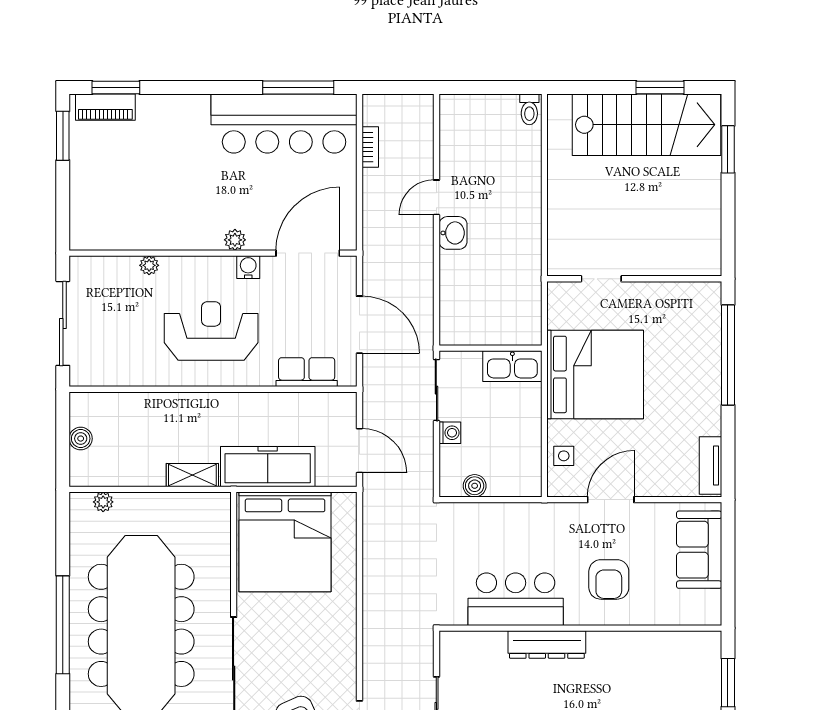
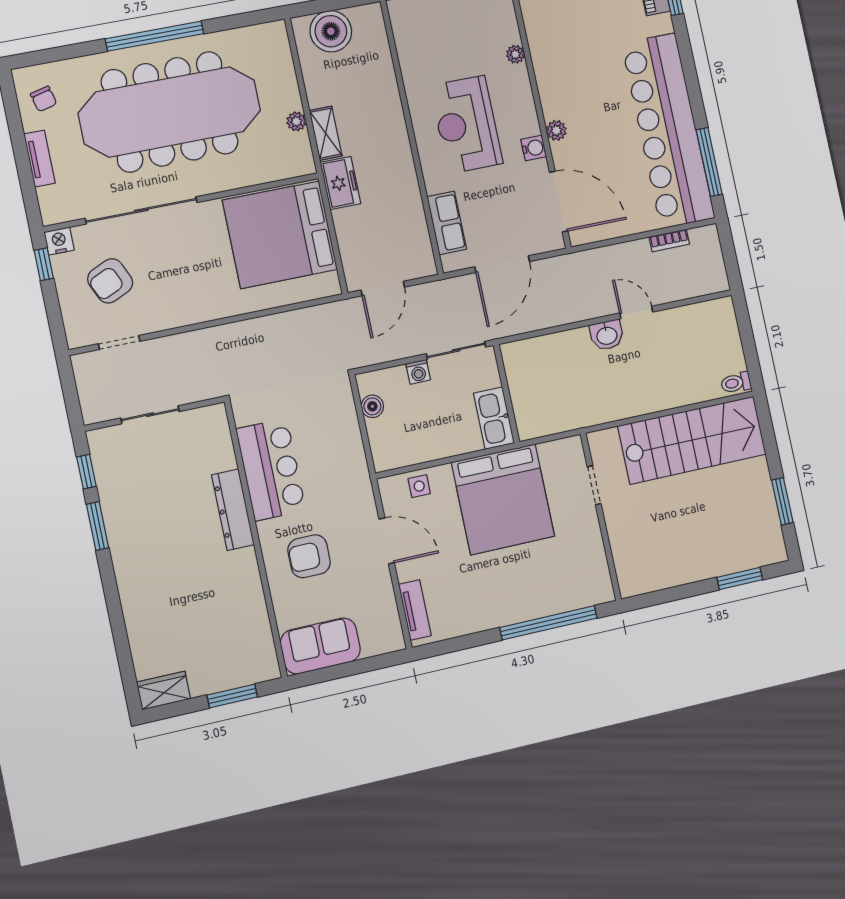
bar counter: (284, 124) -> (668, 131), width x1.36
stairs: (646, 125) -> (692, 440), moved, turned -90
reception desk: (211, 331) -> (466, 125), turned 180
boiler: (81, 439) -> (331, 31), width x1.86, depth x1.86
tv unit: (711, 465) -> (415, 610), moved, turned 90
freezer: (268, 467) -> (340, 183), width x0.52, depth x0.79
plant: (103, 502) -> (296, 121), moved
sofa: (699, 550) -> (320, 646), moved

